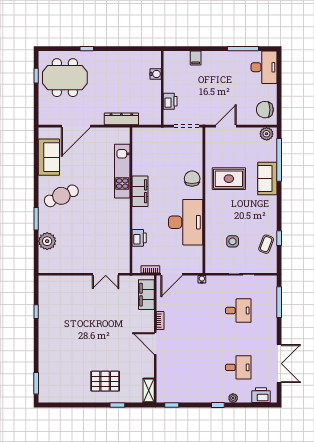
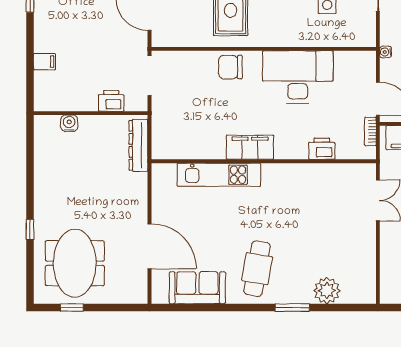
dresser: (121, 119) -> (138, 145), moved
cafe table: (61, 196) -> (257, 269), turned 34

